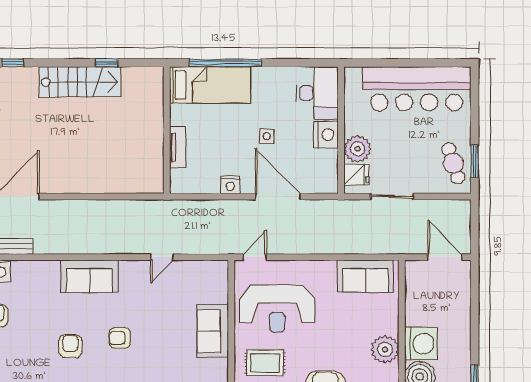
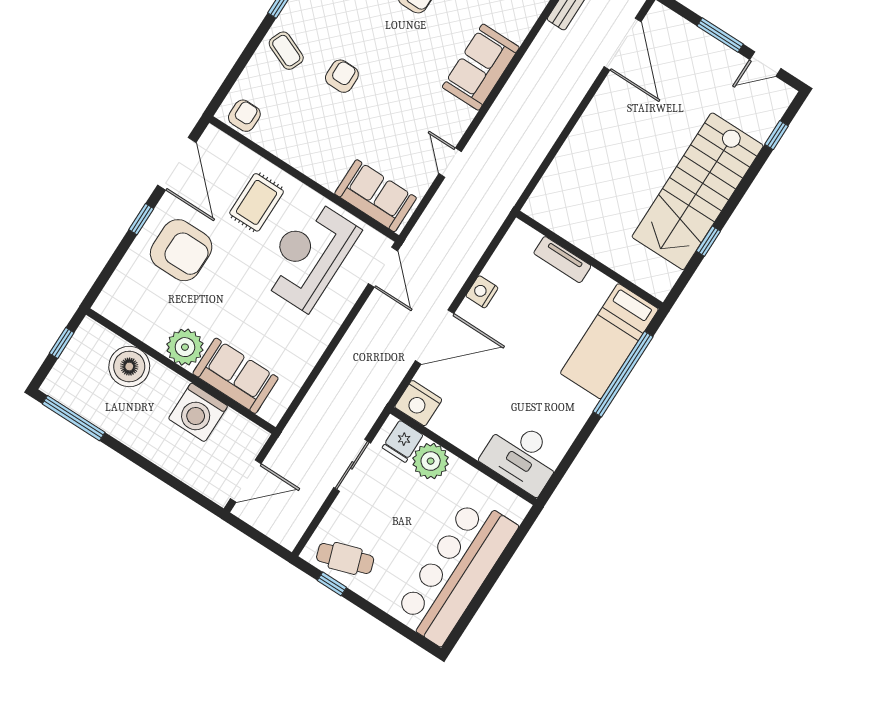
stairs: (80, 82) -> (698, 191), width x1.36, depth x1.51
nightstand: (326, 135) -> (418, 403), moved
side table: (267, 136) -> (510, 368), removed
window: (475, 161) -> (332, 584), width x0.67
door: (255, 257) -> (383, 267), width x1.38
sofa: (366, 276) -> (236, 376), moved, turned 90
sofa: (213, 331) -> (376, 196), moved
armchair: (120, 338) -> (342, 76), moved
washing machine: (421, 344) -> (198, 412), moved

